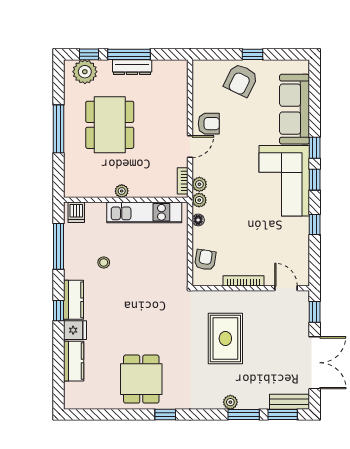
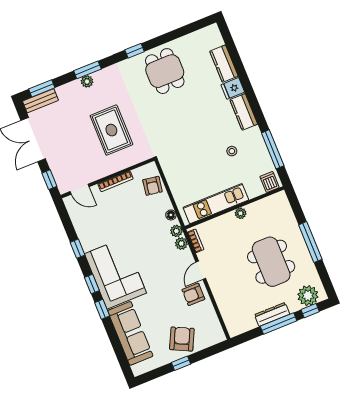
window: (58, 311) -> (252, 99), removed
window: (244, 415) -> (87, 70), moved

